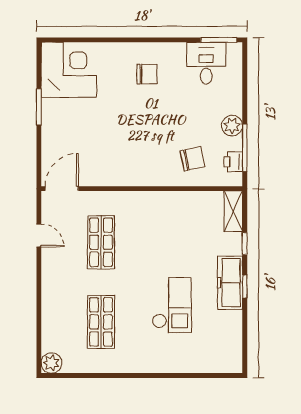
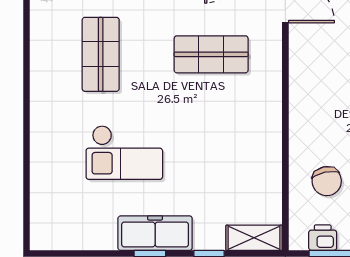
shop shelf: (101, 322) -> (101, 54), turned 90

